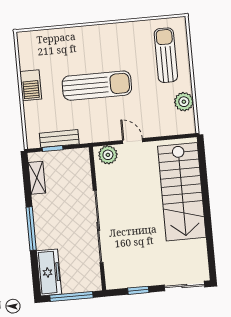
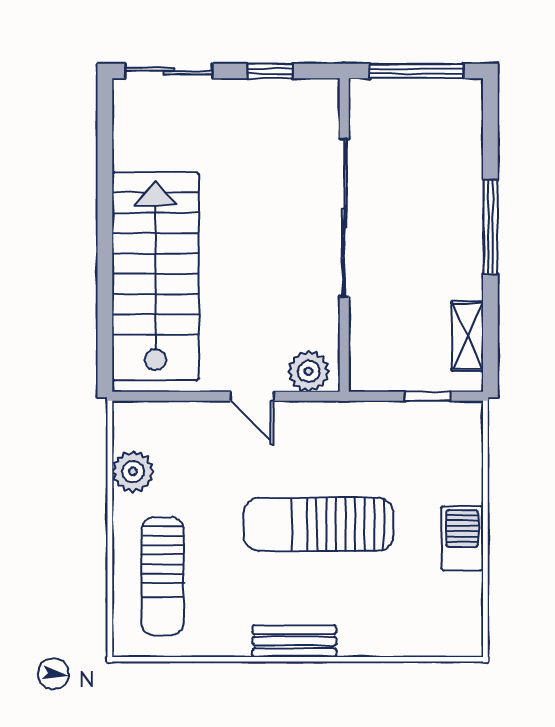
bench: (59, 139) -> (294, 641), moved
freezer: (49, 272) -> (460, 128), removed

